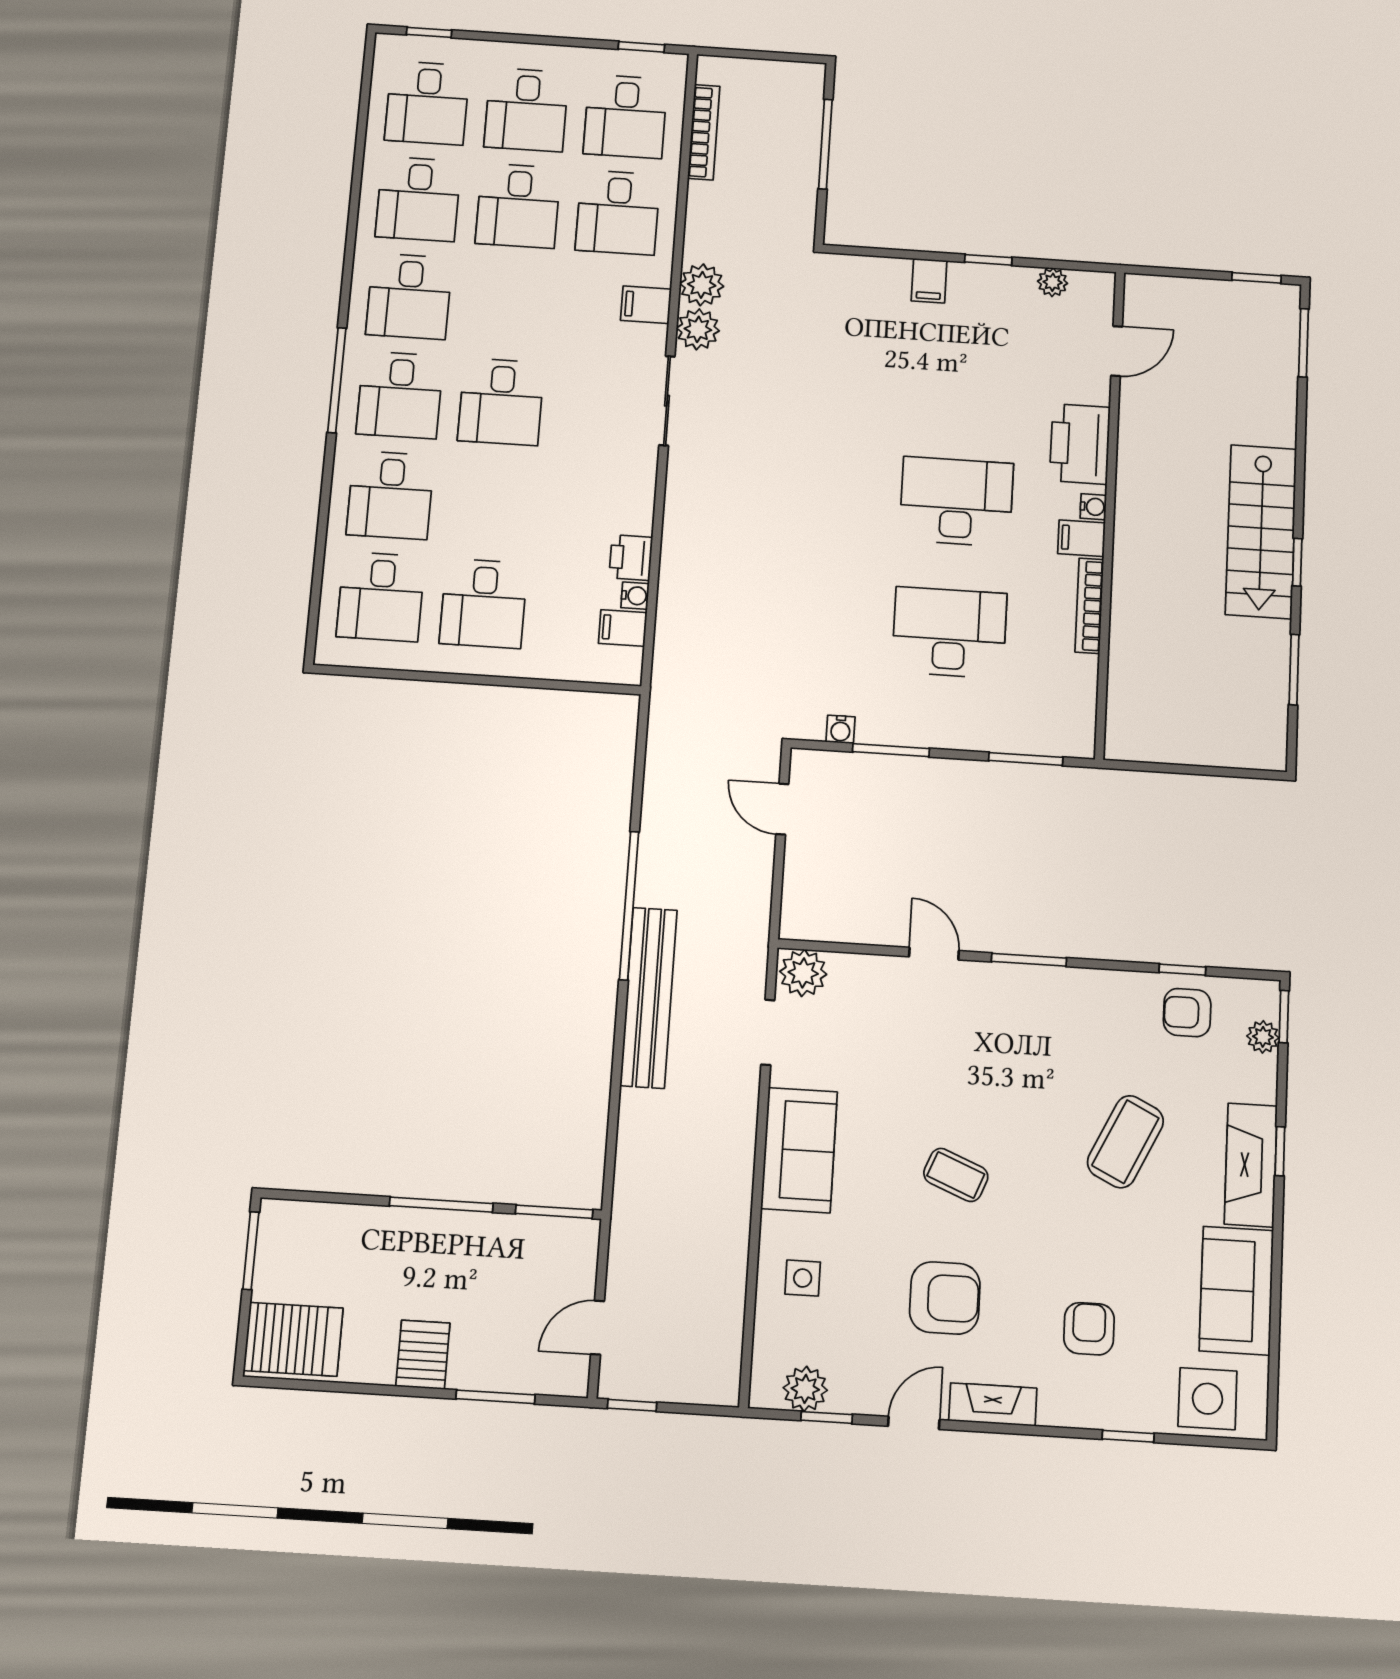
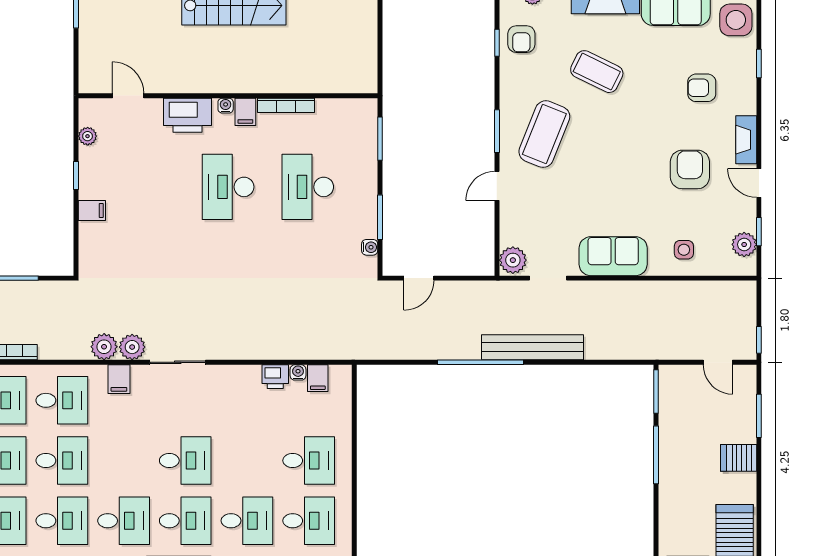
coffee table: (956, 1175) -> (544, 134), moved, width x1.86, depth x1.72

